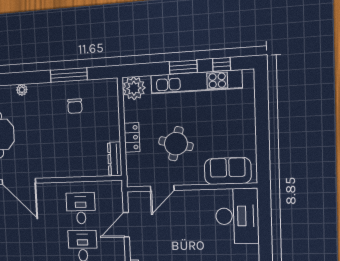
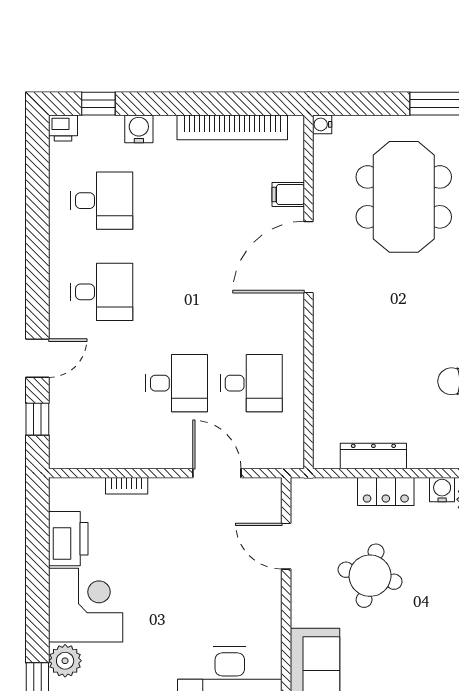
water cooler: (130, 108) -> (442, 490), added
dresser: (115, 159) -> (373, 456), moved

